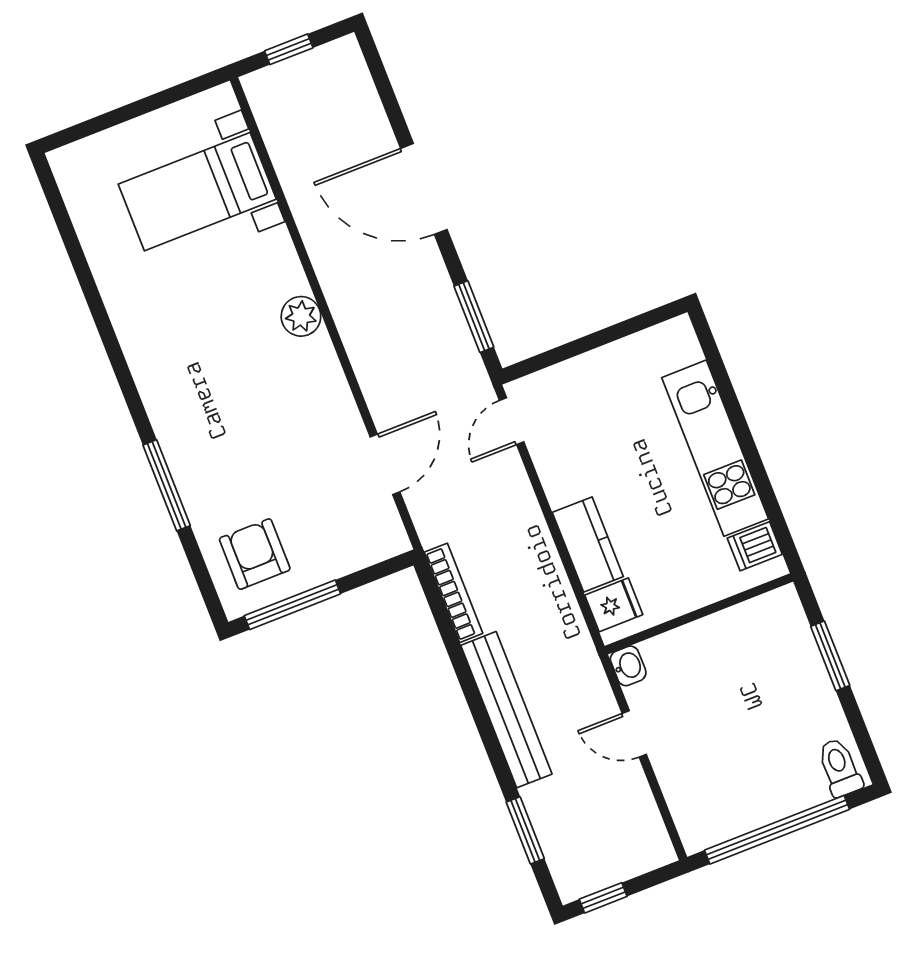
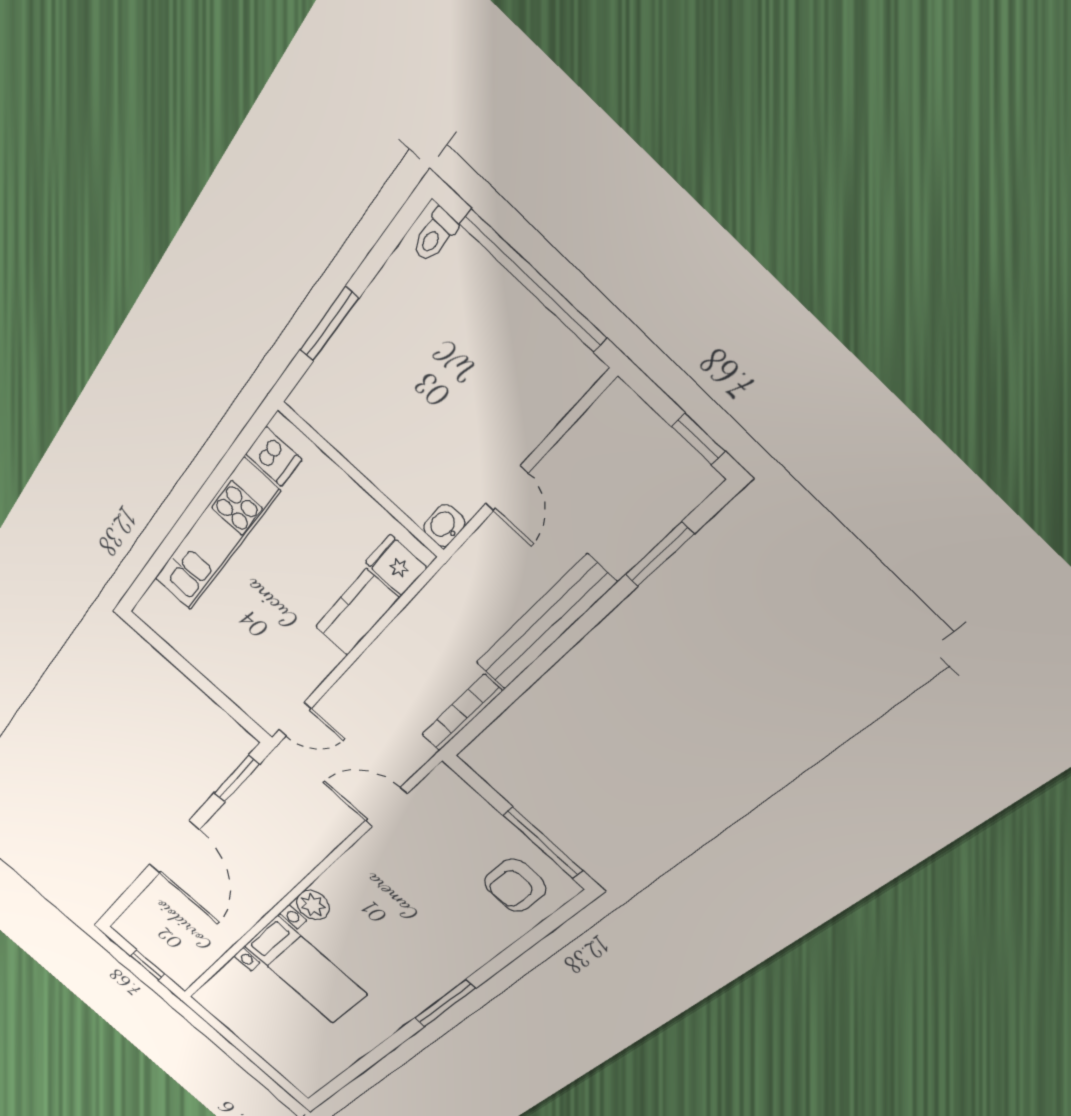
bed with nightstands: (197, 192) -> (305, 970), moved
window: (167, 485) -> (445, 1003), moved
toilet: (840, 767) -> (435, 236), width x0.73, depth x0.72

